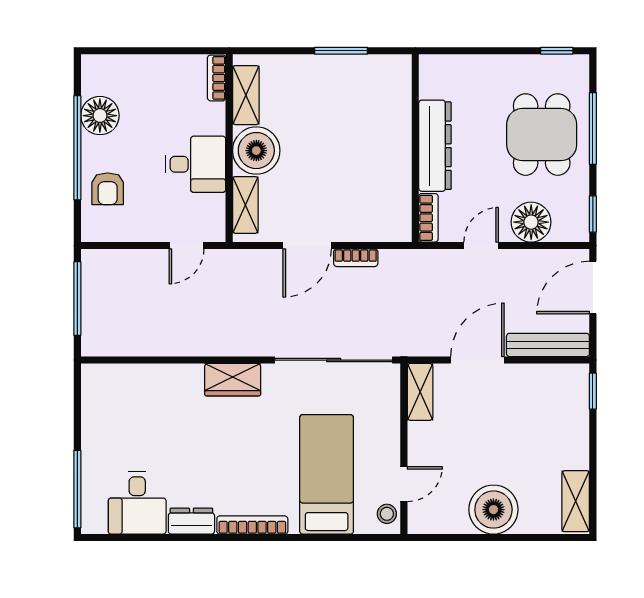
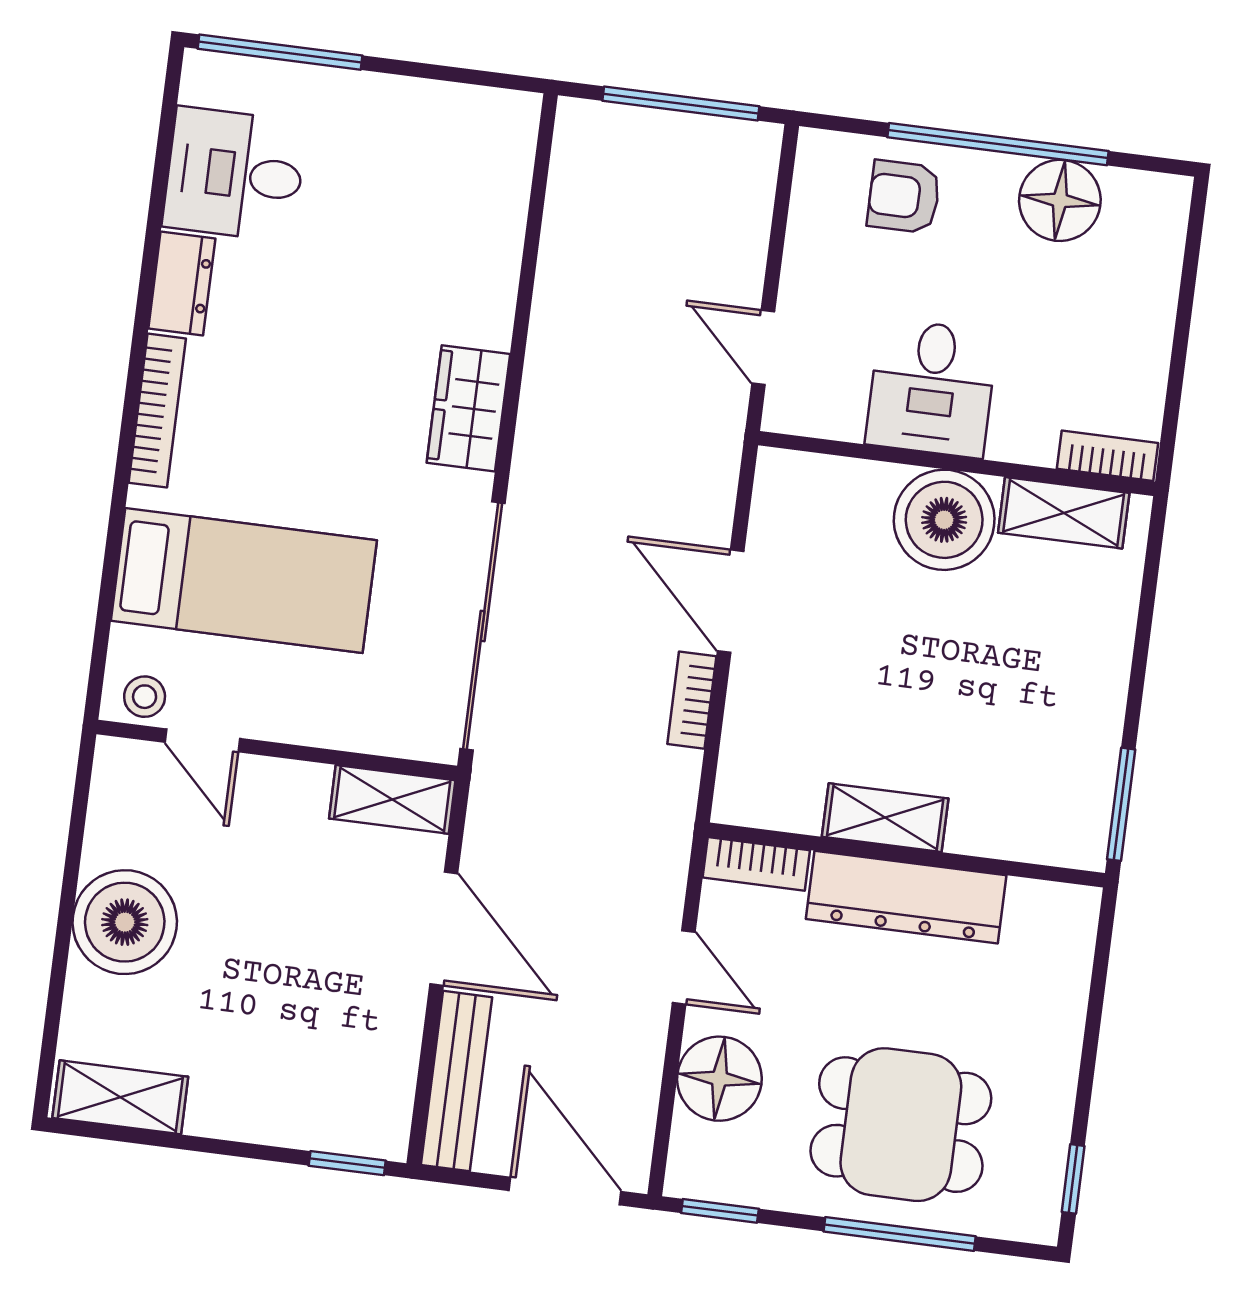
window: (341, 51) -> (1121, 804), moved
shelving: (245, 205) -> (885, 818), moved

